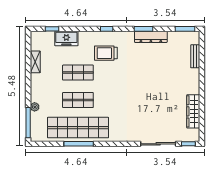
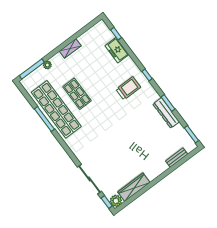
trolley: (106, 53) -> (128, 88), turned 90
shelving: (35, 62) -> (70, 48), moved
shop shelf: (78, 73) -> (98, 78), removed
plant: (193, 135) -> (116, 201), added

